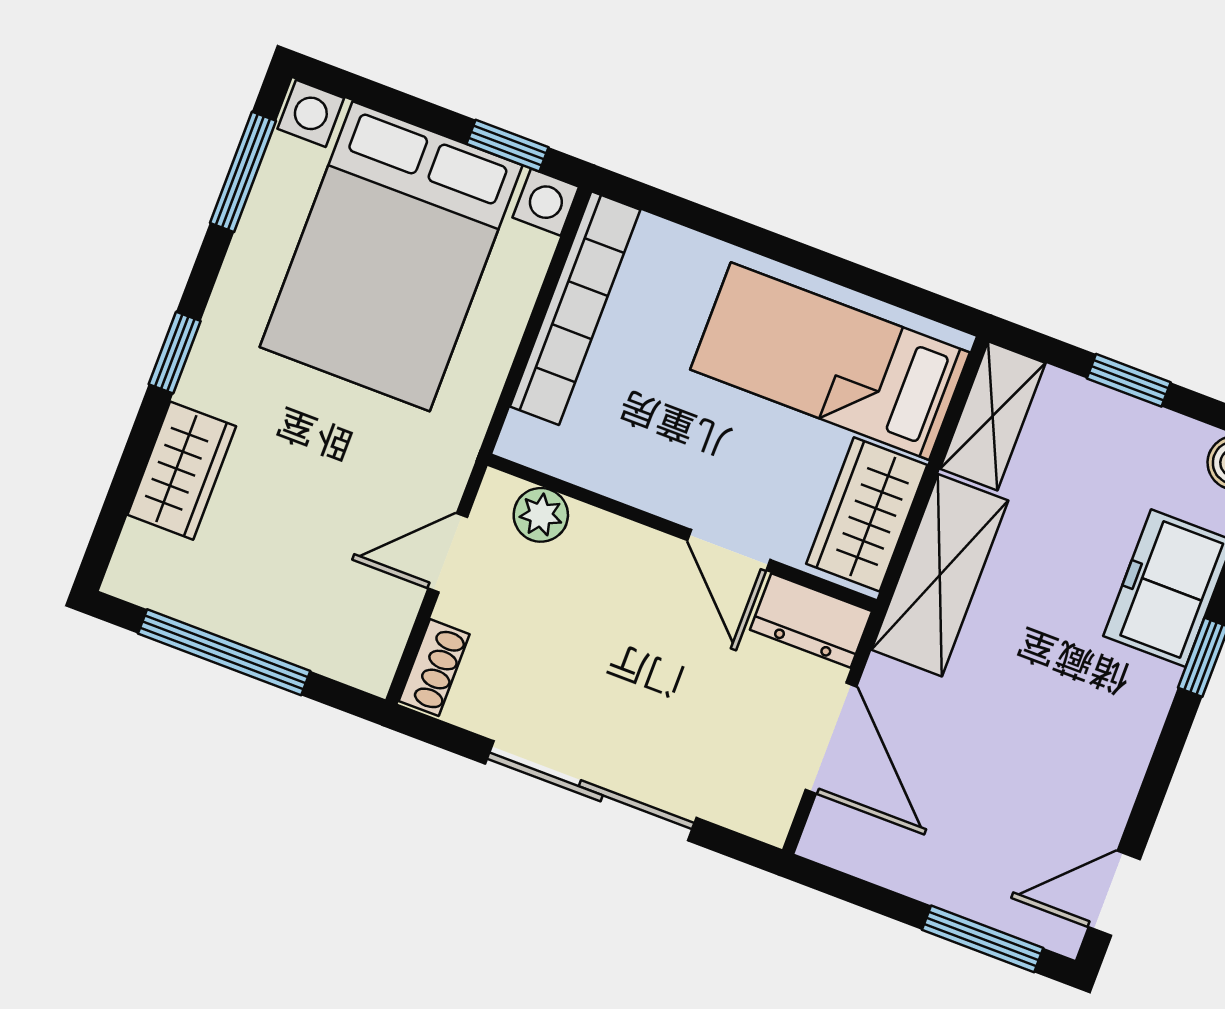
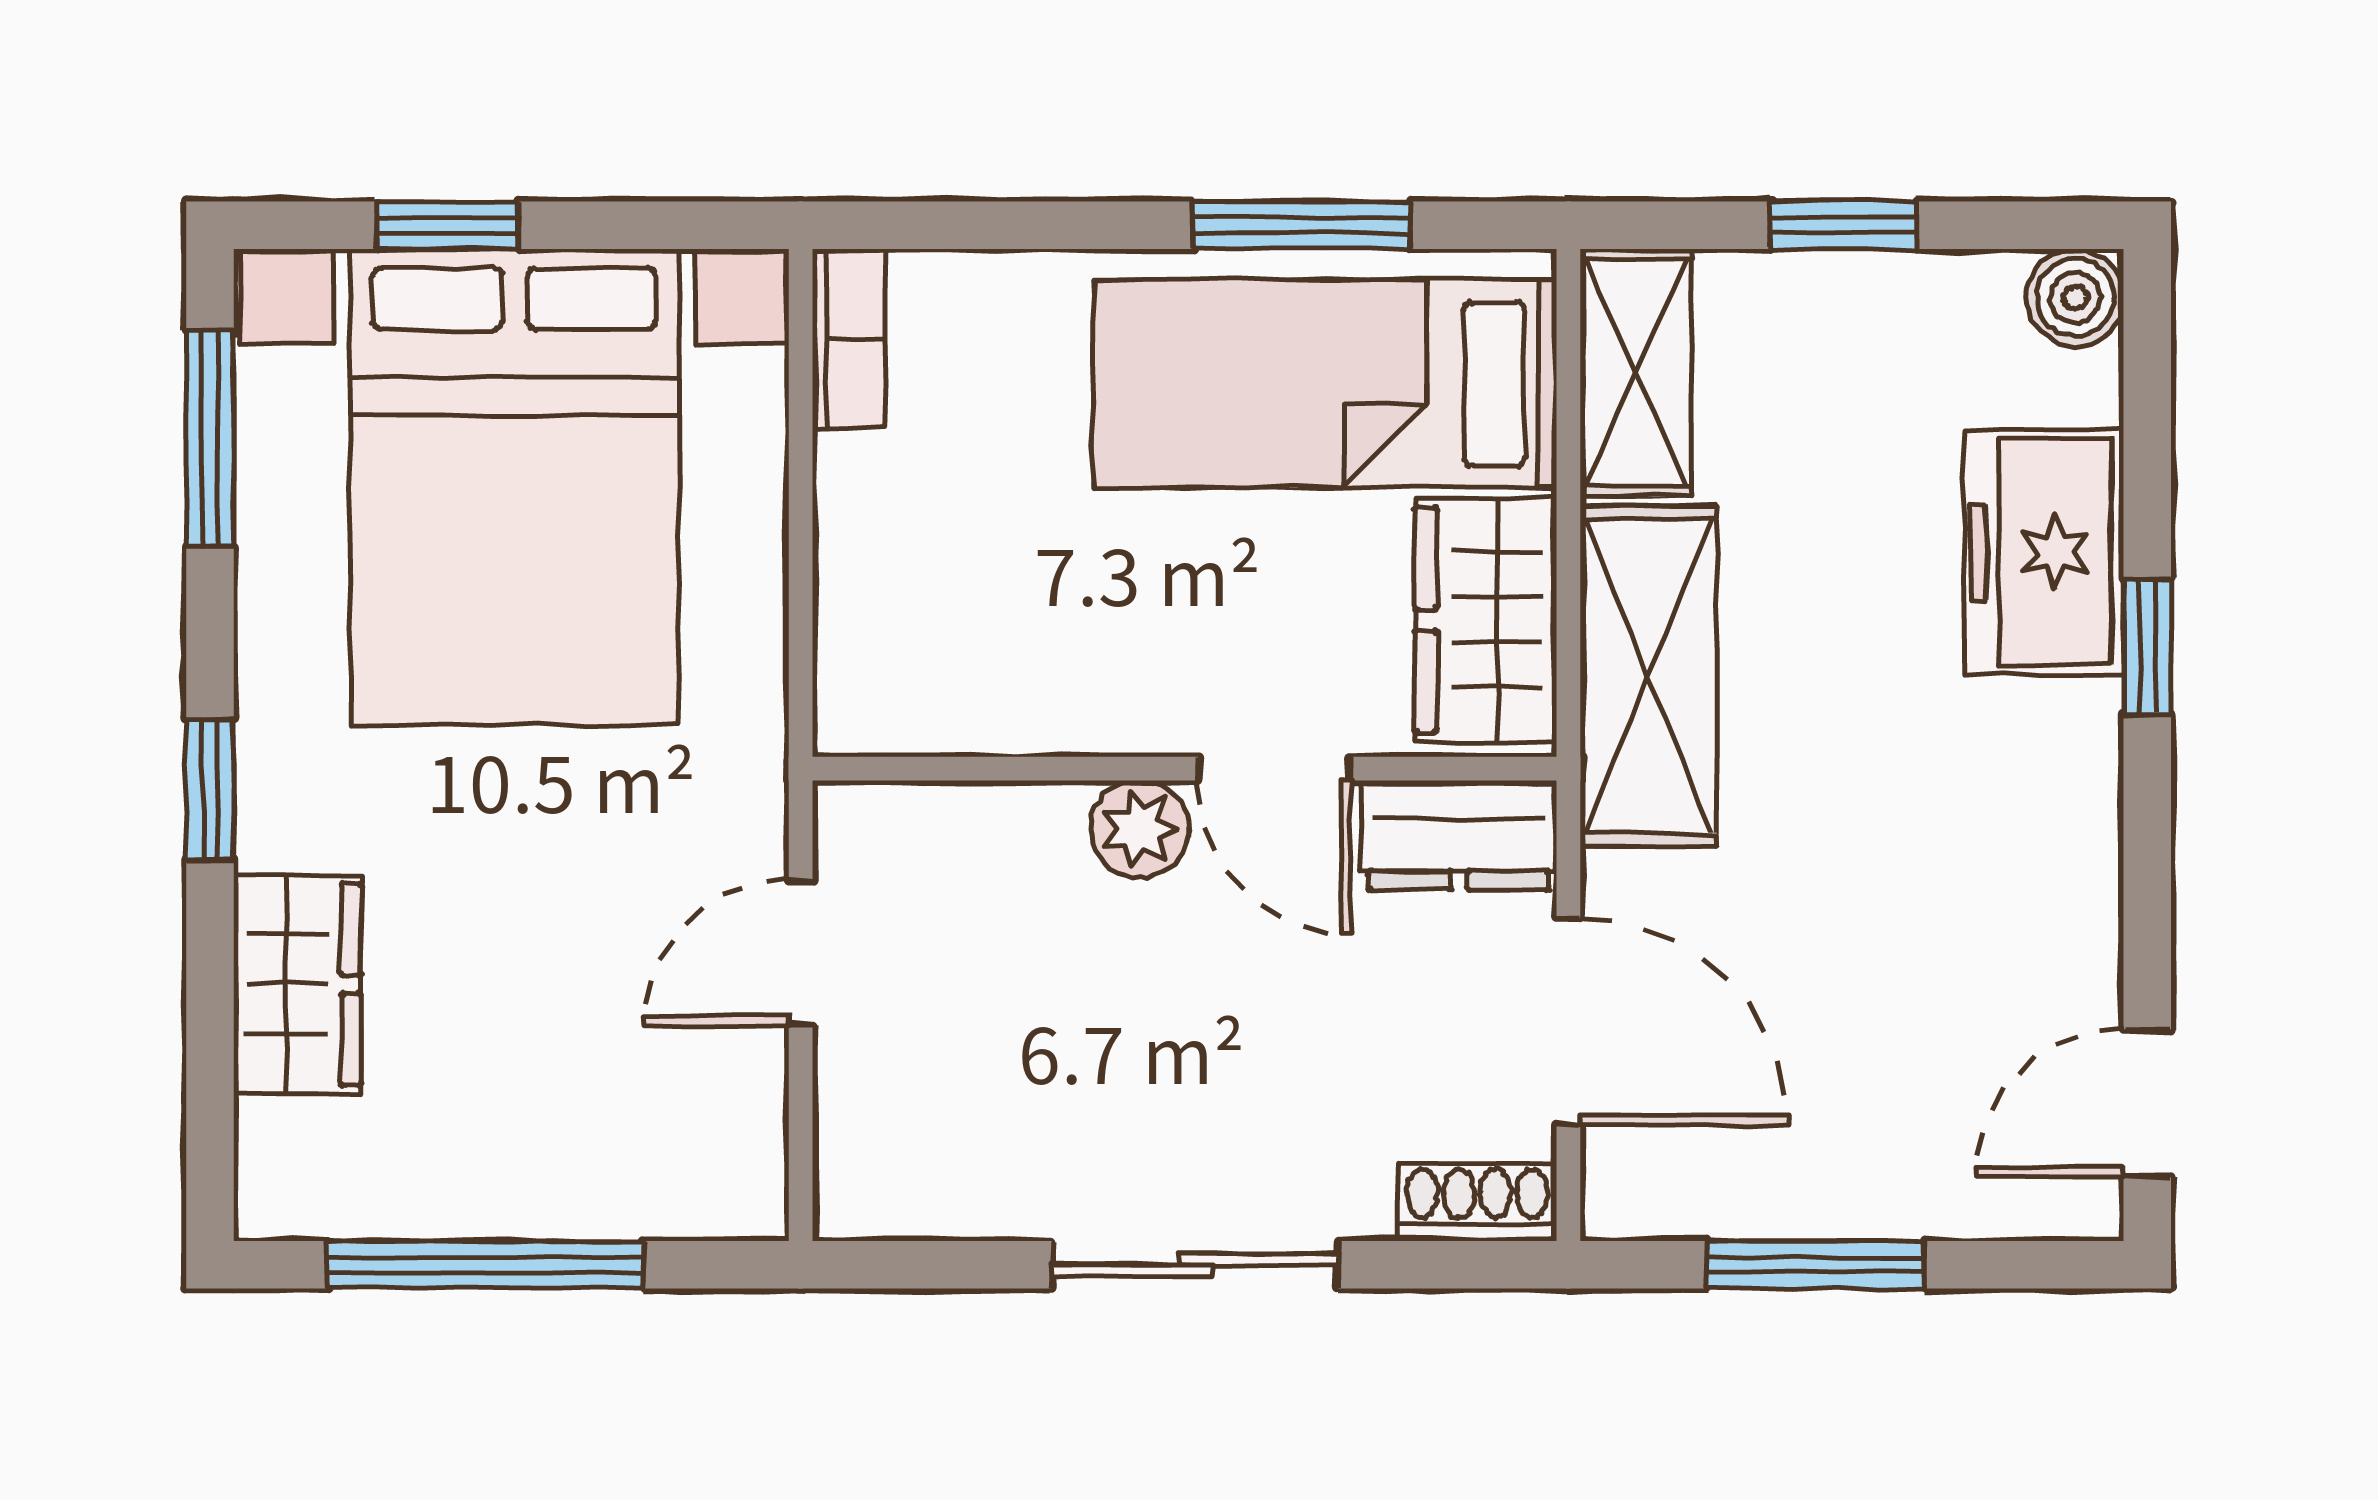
window: (508, 146) -> (448, 225), moved
window: (849, 275) -> (1302, 225), added
bookcase: (575, 308) -> (848, 339), width x0.43, depth x0.76
plant: (541, 515) -> (1140, 829), moved
shoe rack: (434, 668) -> (1477, 1203), moved, turned -90
sliding door: (591, 791) -> (1195, 1265), width x0.73
window: (983, 939) -> (1816, 1265), moved

